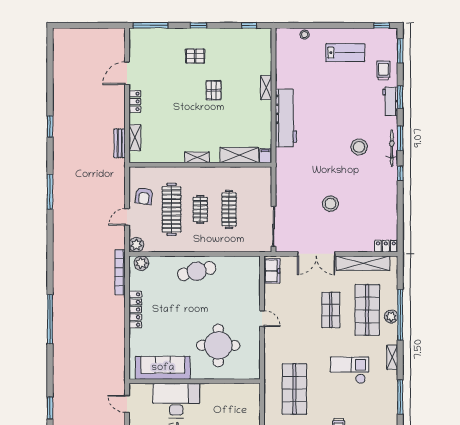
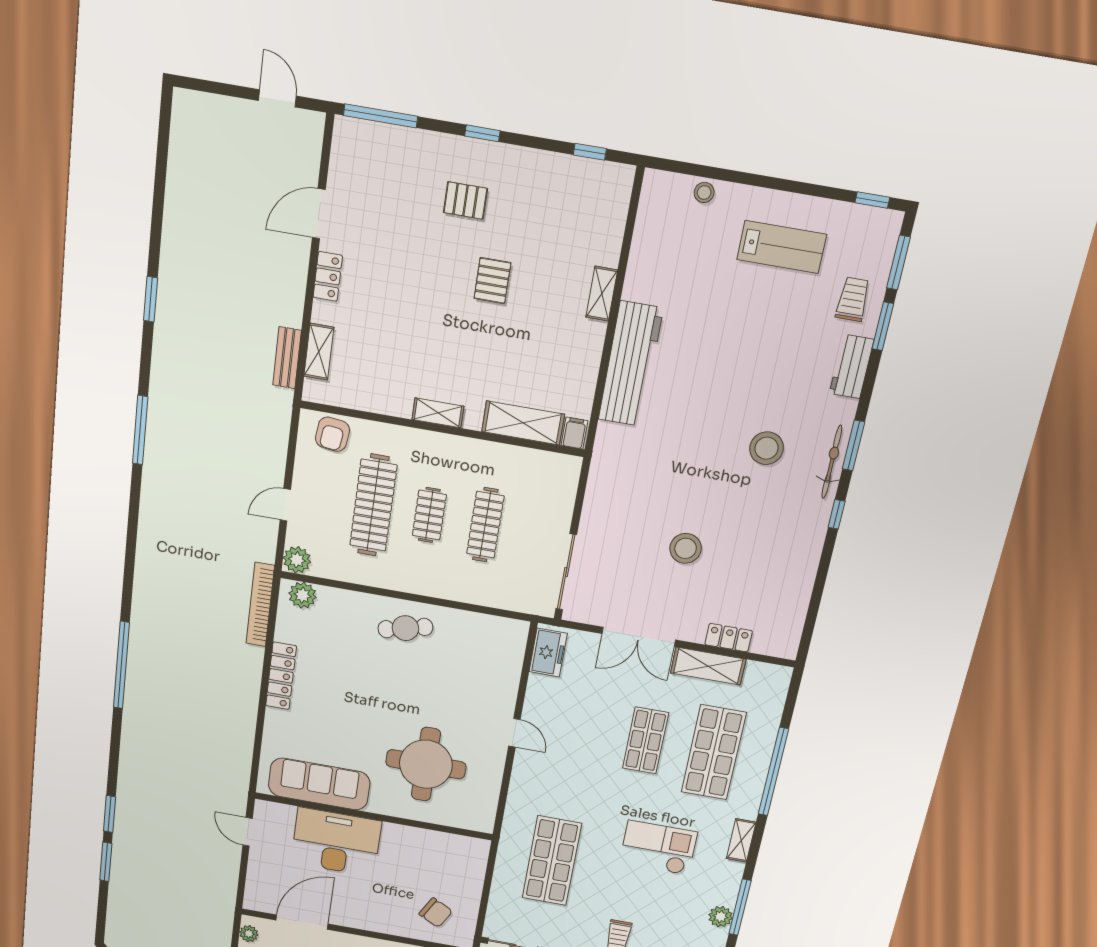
door: (102, 25) -> (277, 98), added
window: (400, 97) -> (883, 326), moved
armchair: (144, 196) -> (332, 434), moved
locker: (386, 246) -> (729, 638), moved
shelving: (363, 263) -> (708, 666), width x0.68
cafe table: (197, 271) -> (405, 628), width x0.73, depth x0.74
plant: (391, 317) -> (721, 917), moved

